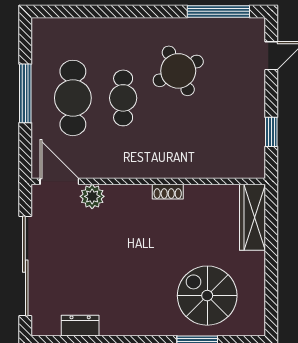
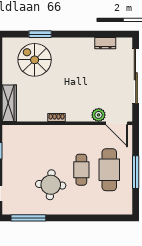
round table: (178, 71) -> (51, 185), turned 31
spiral stairs: (207, 296) -> (35, 60), turned 180

